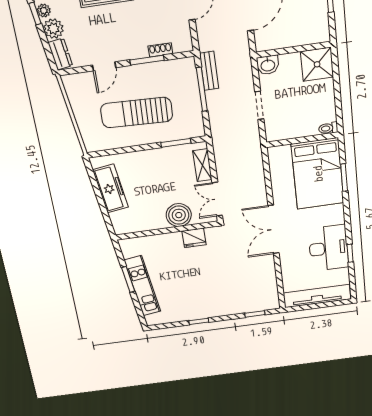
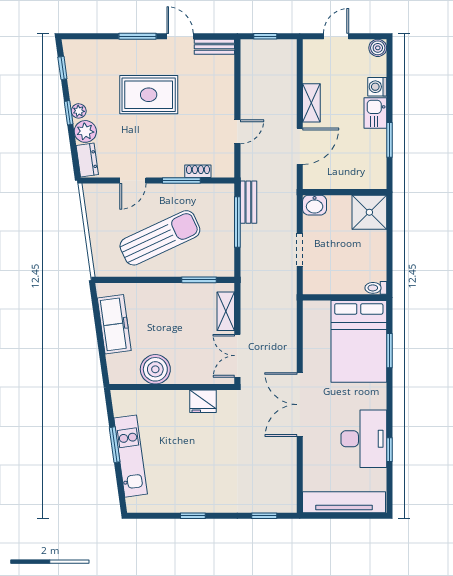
sun lounger: (137, 113) -> (160, 238), turned 153
boiler: (179, 215) -> (155, 369), moved

